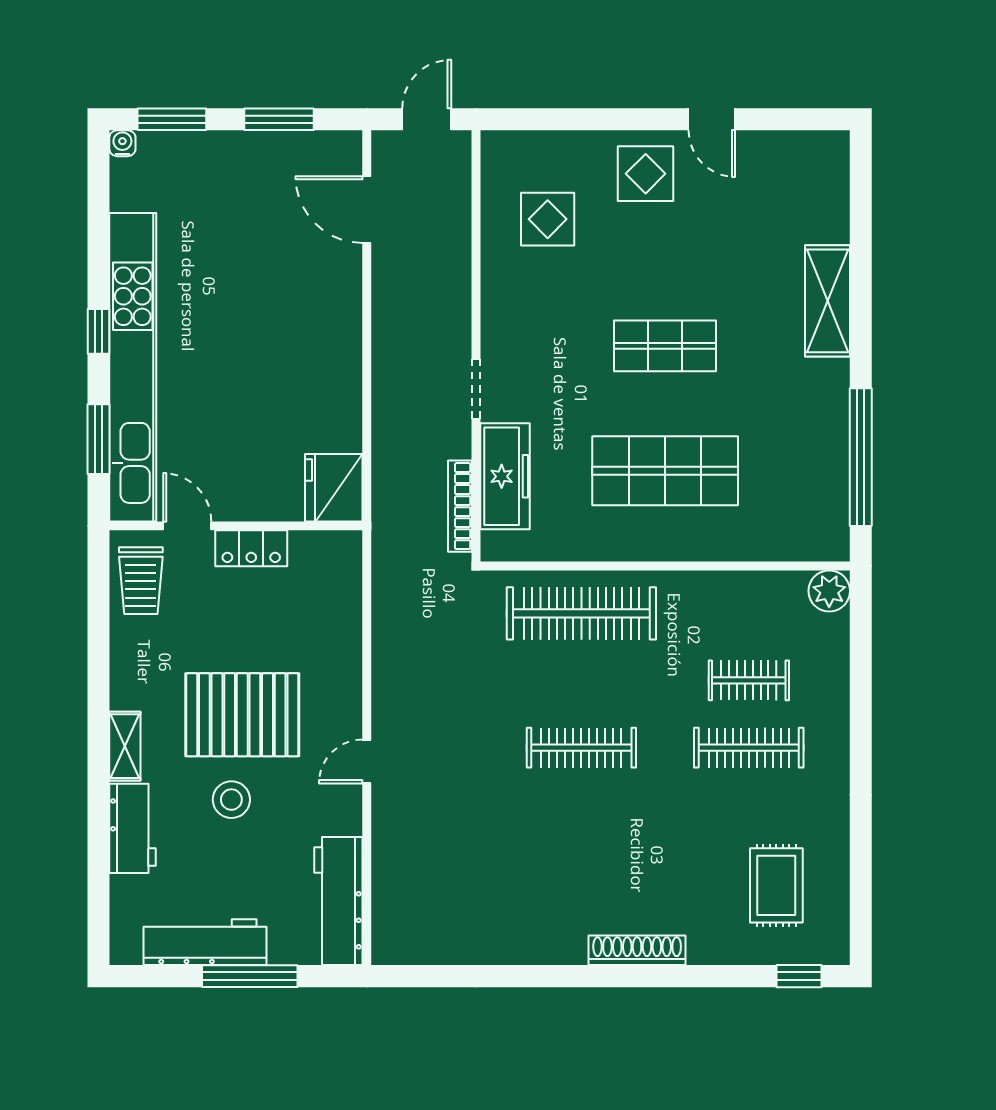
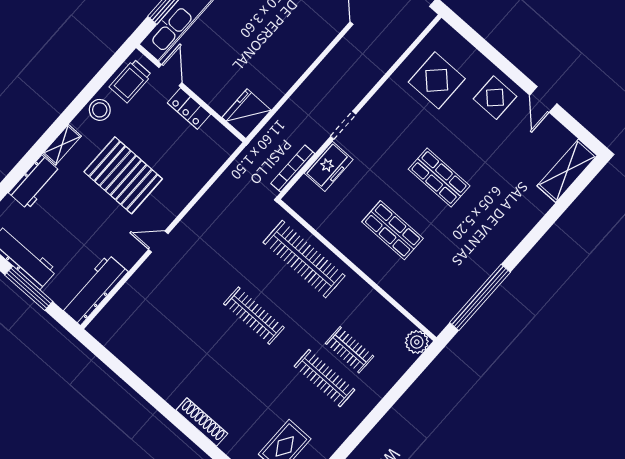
display table: (548, 219) -> (437, 80), width x1.36, depth x1.36
shelving: (828, 301) -> (567, 171), moved
shop shelf: (665, 471) -> (392, 230), width x0.70, depth x0.74
freezer: (505, 476) -> (329, 166), width x0.71
stool: (231, 800) -> (100, 110), moved

